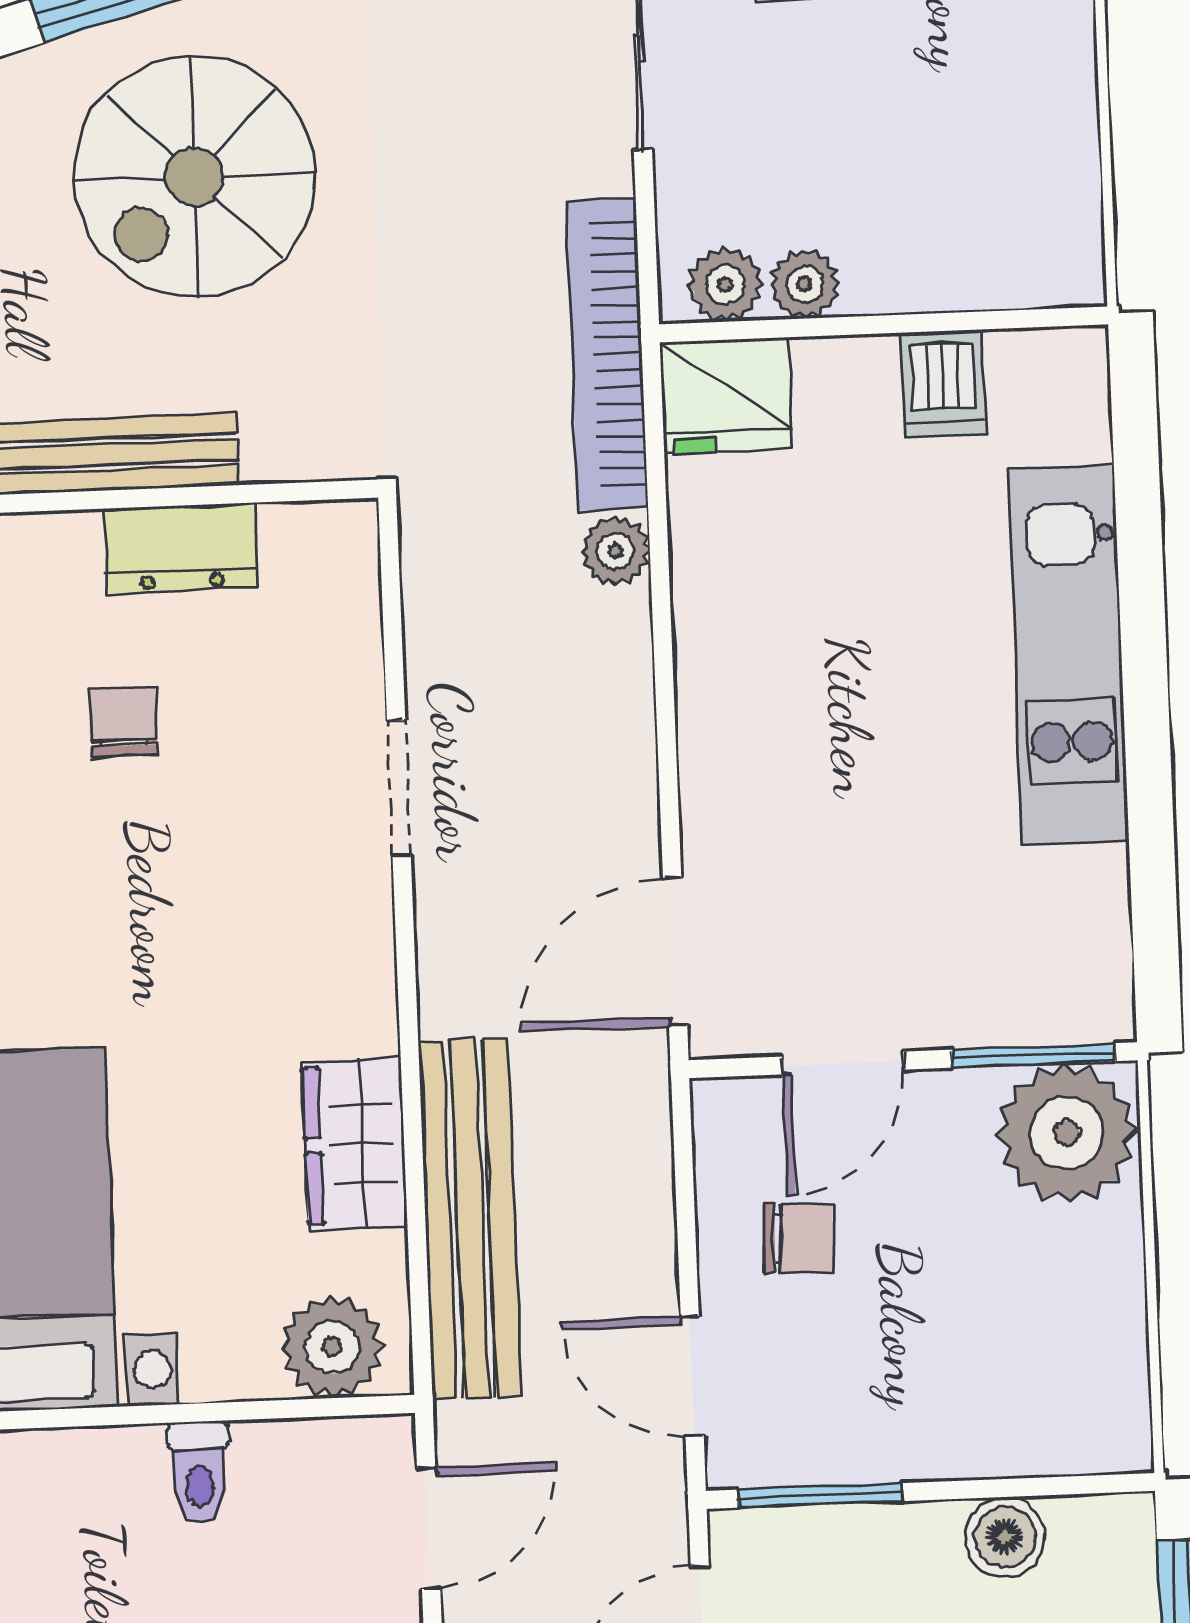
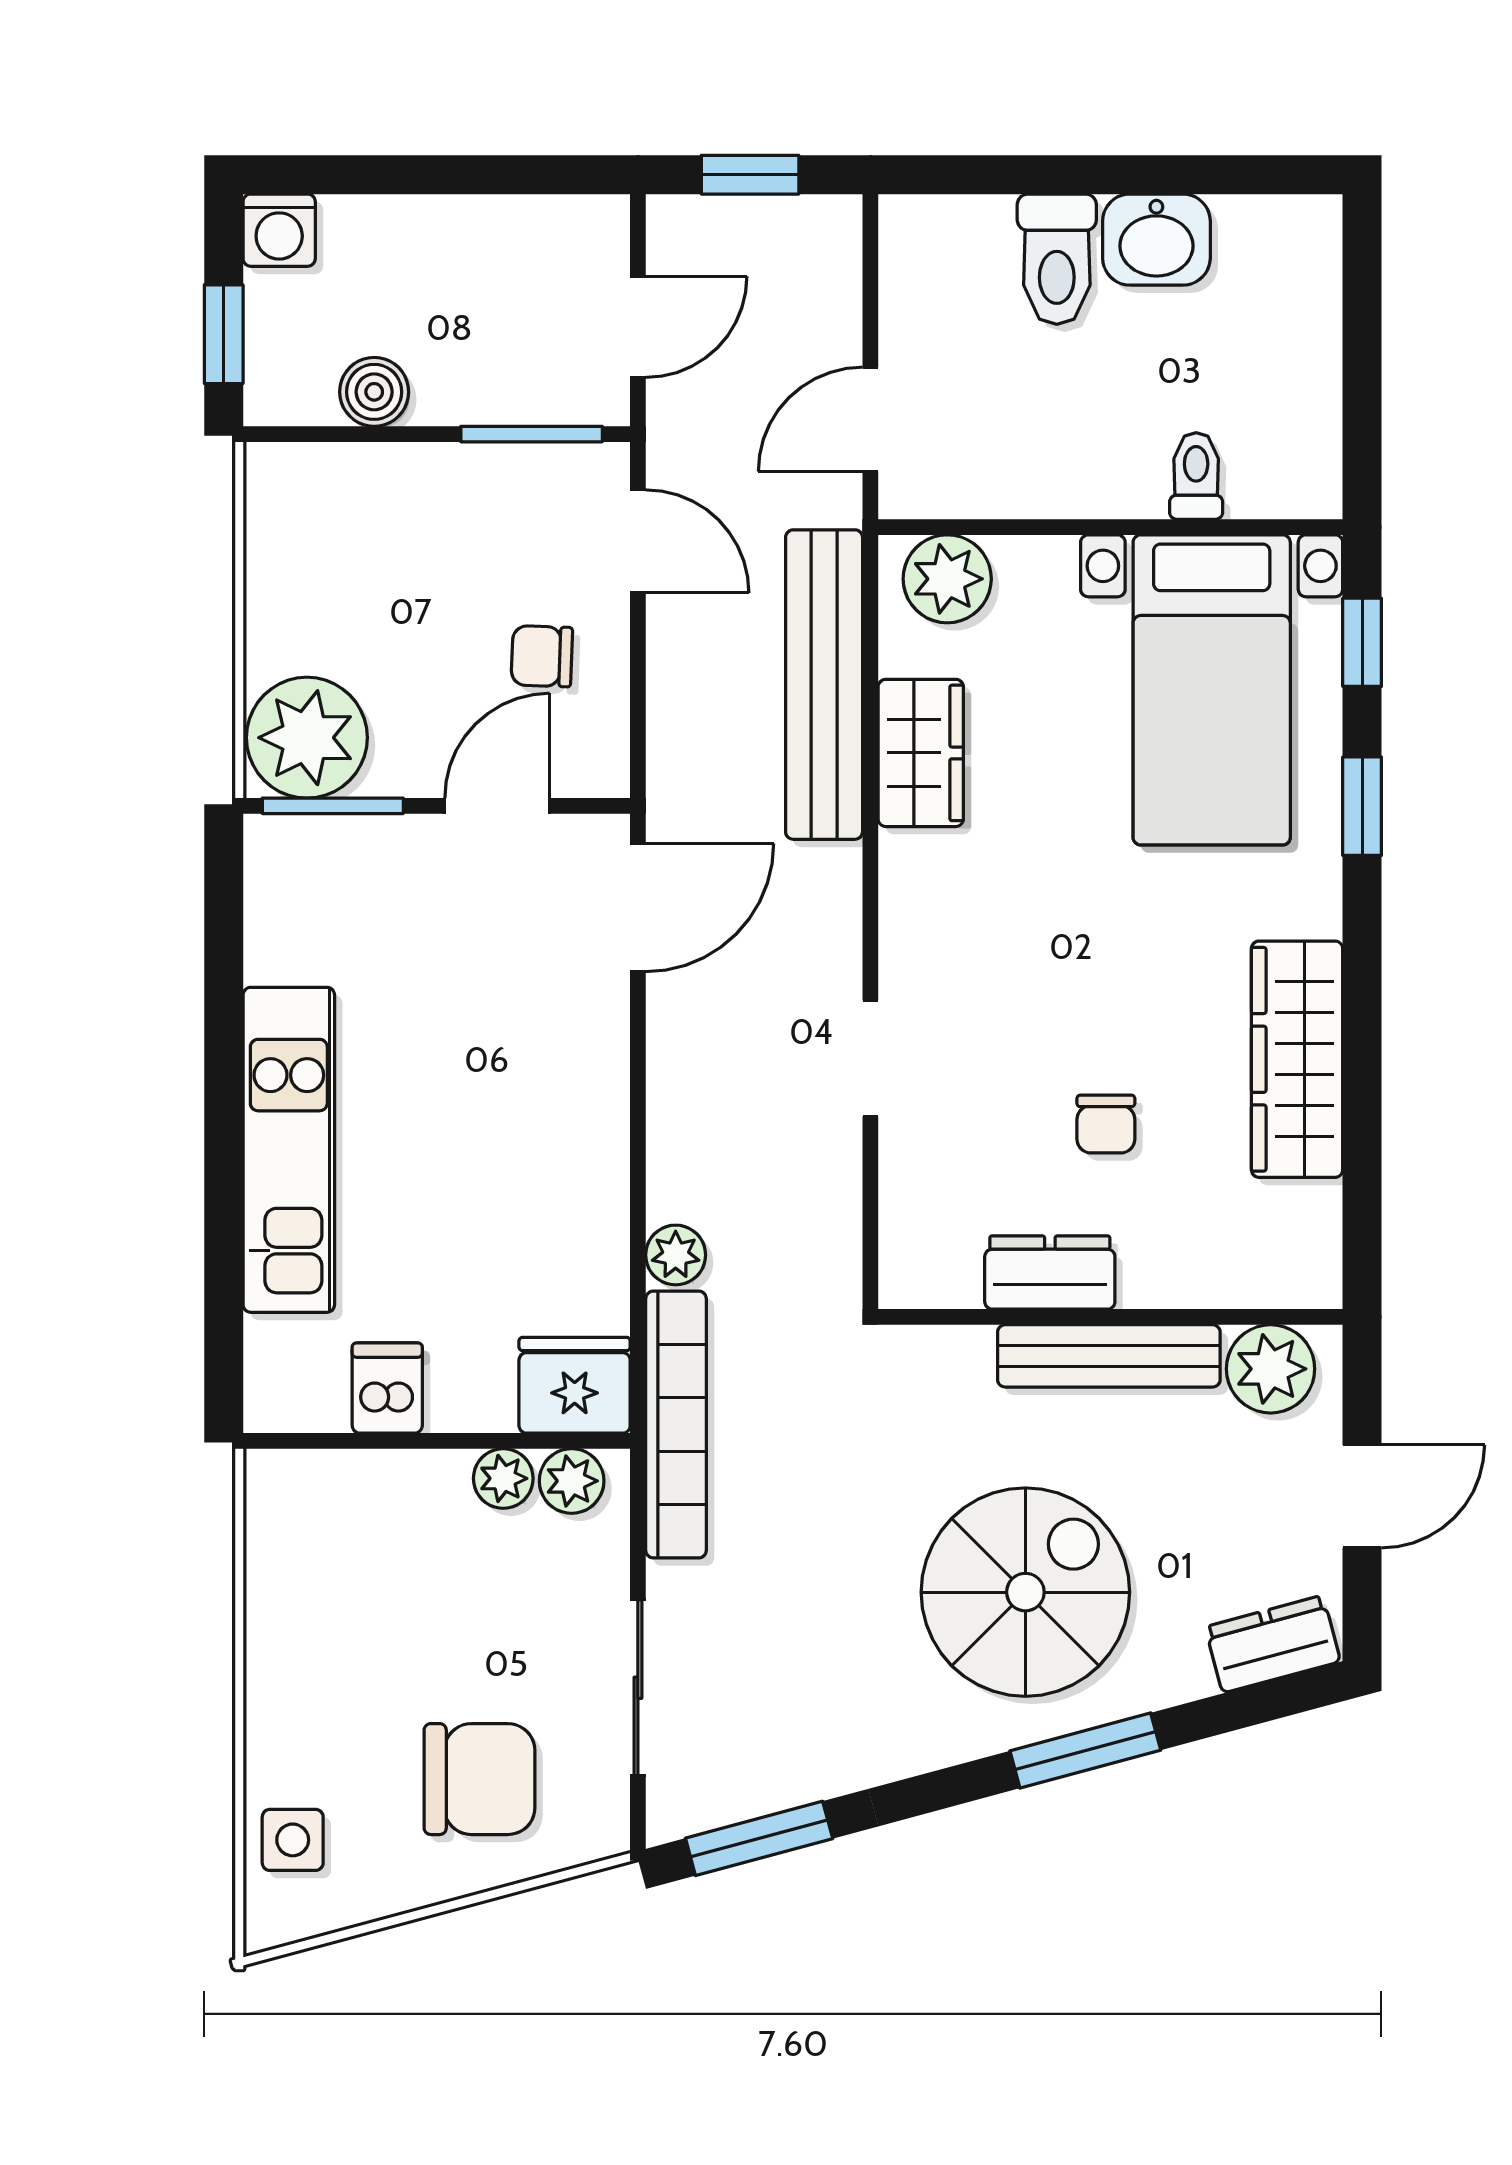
toilet: (199, 1472) -> (1196, 476), moved

